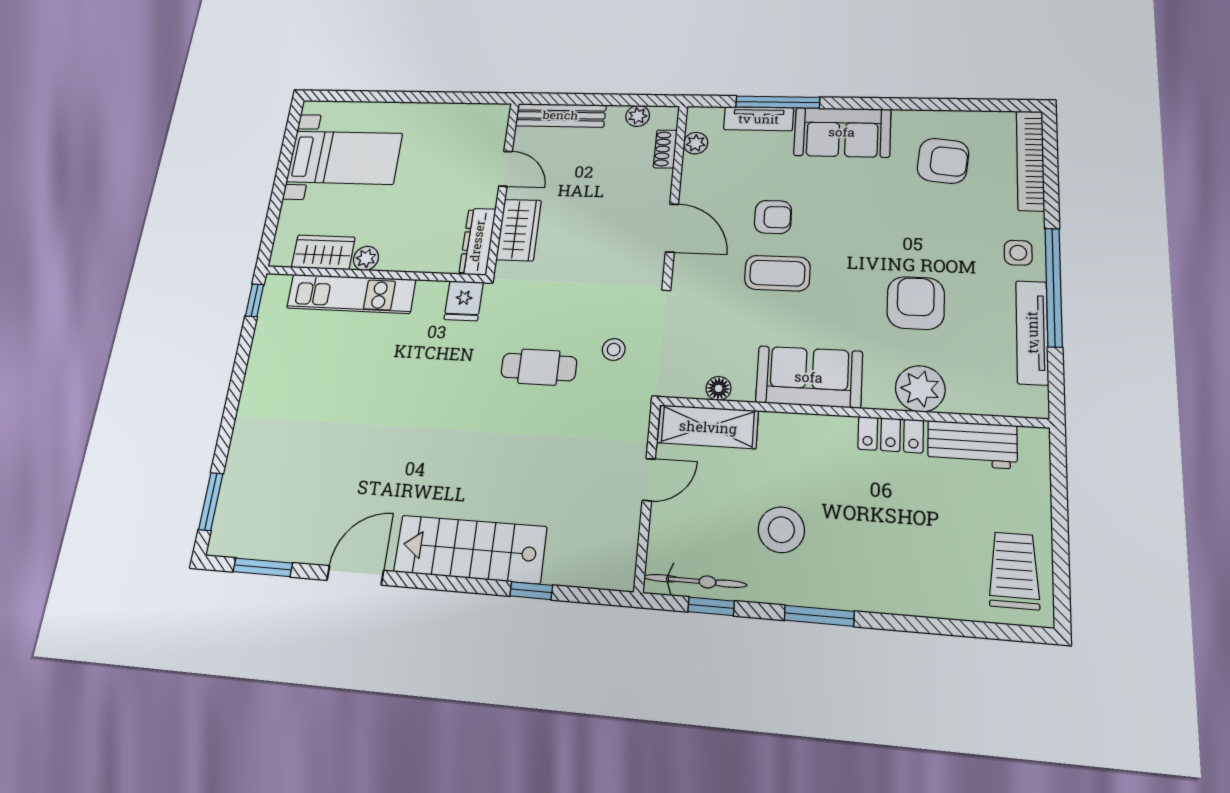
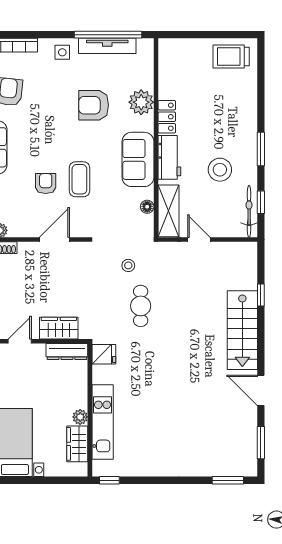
window: (1054, 287) -> (108, 35), moved
workbench: (972, 445) -> (169, 157), moved

